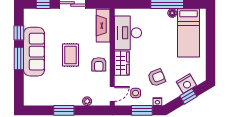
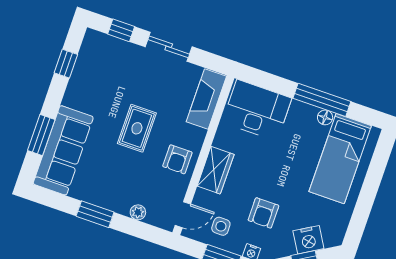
desk: (128, 33) -> (257, 110), moved, turned 90
sofa: (34, 52) -> (63, 150), moved
window: (19, 59) -> (41, 135), moved
armchair: (157, 78) -> (263, 213), turned 112

